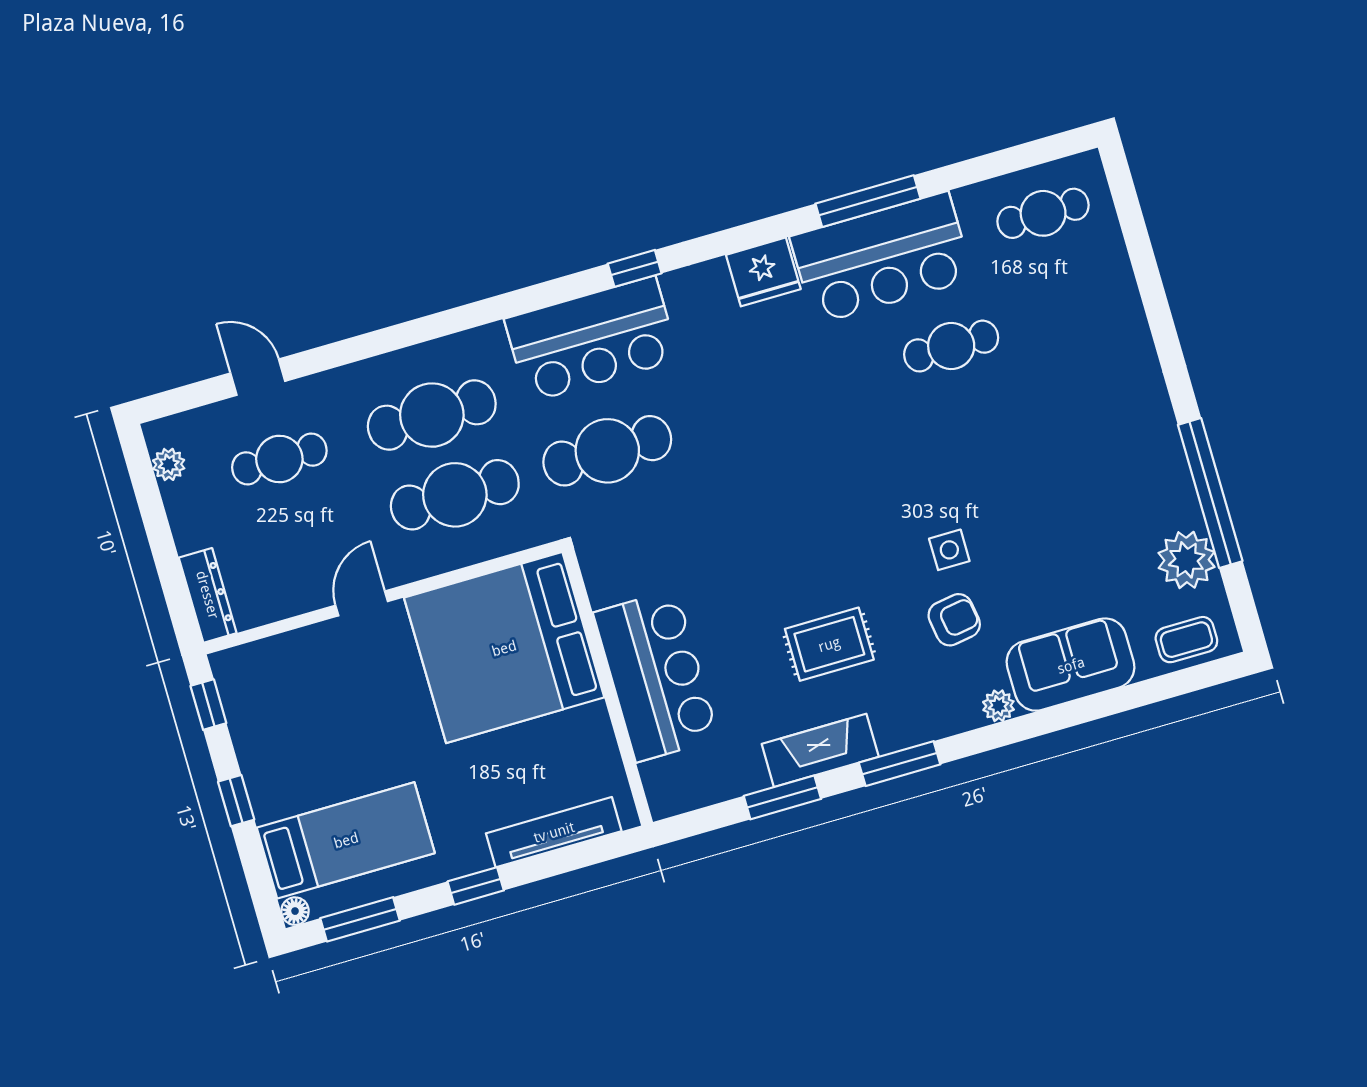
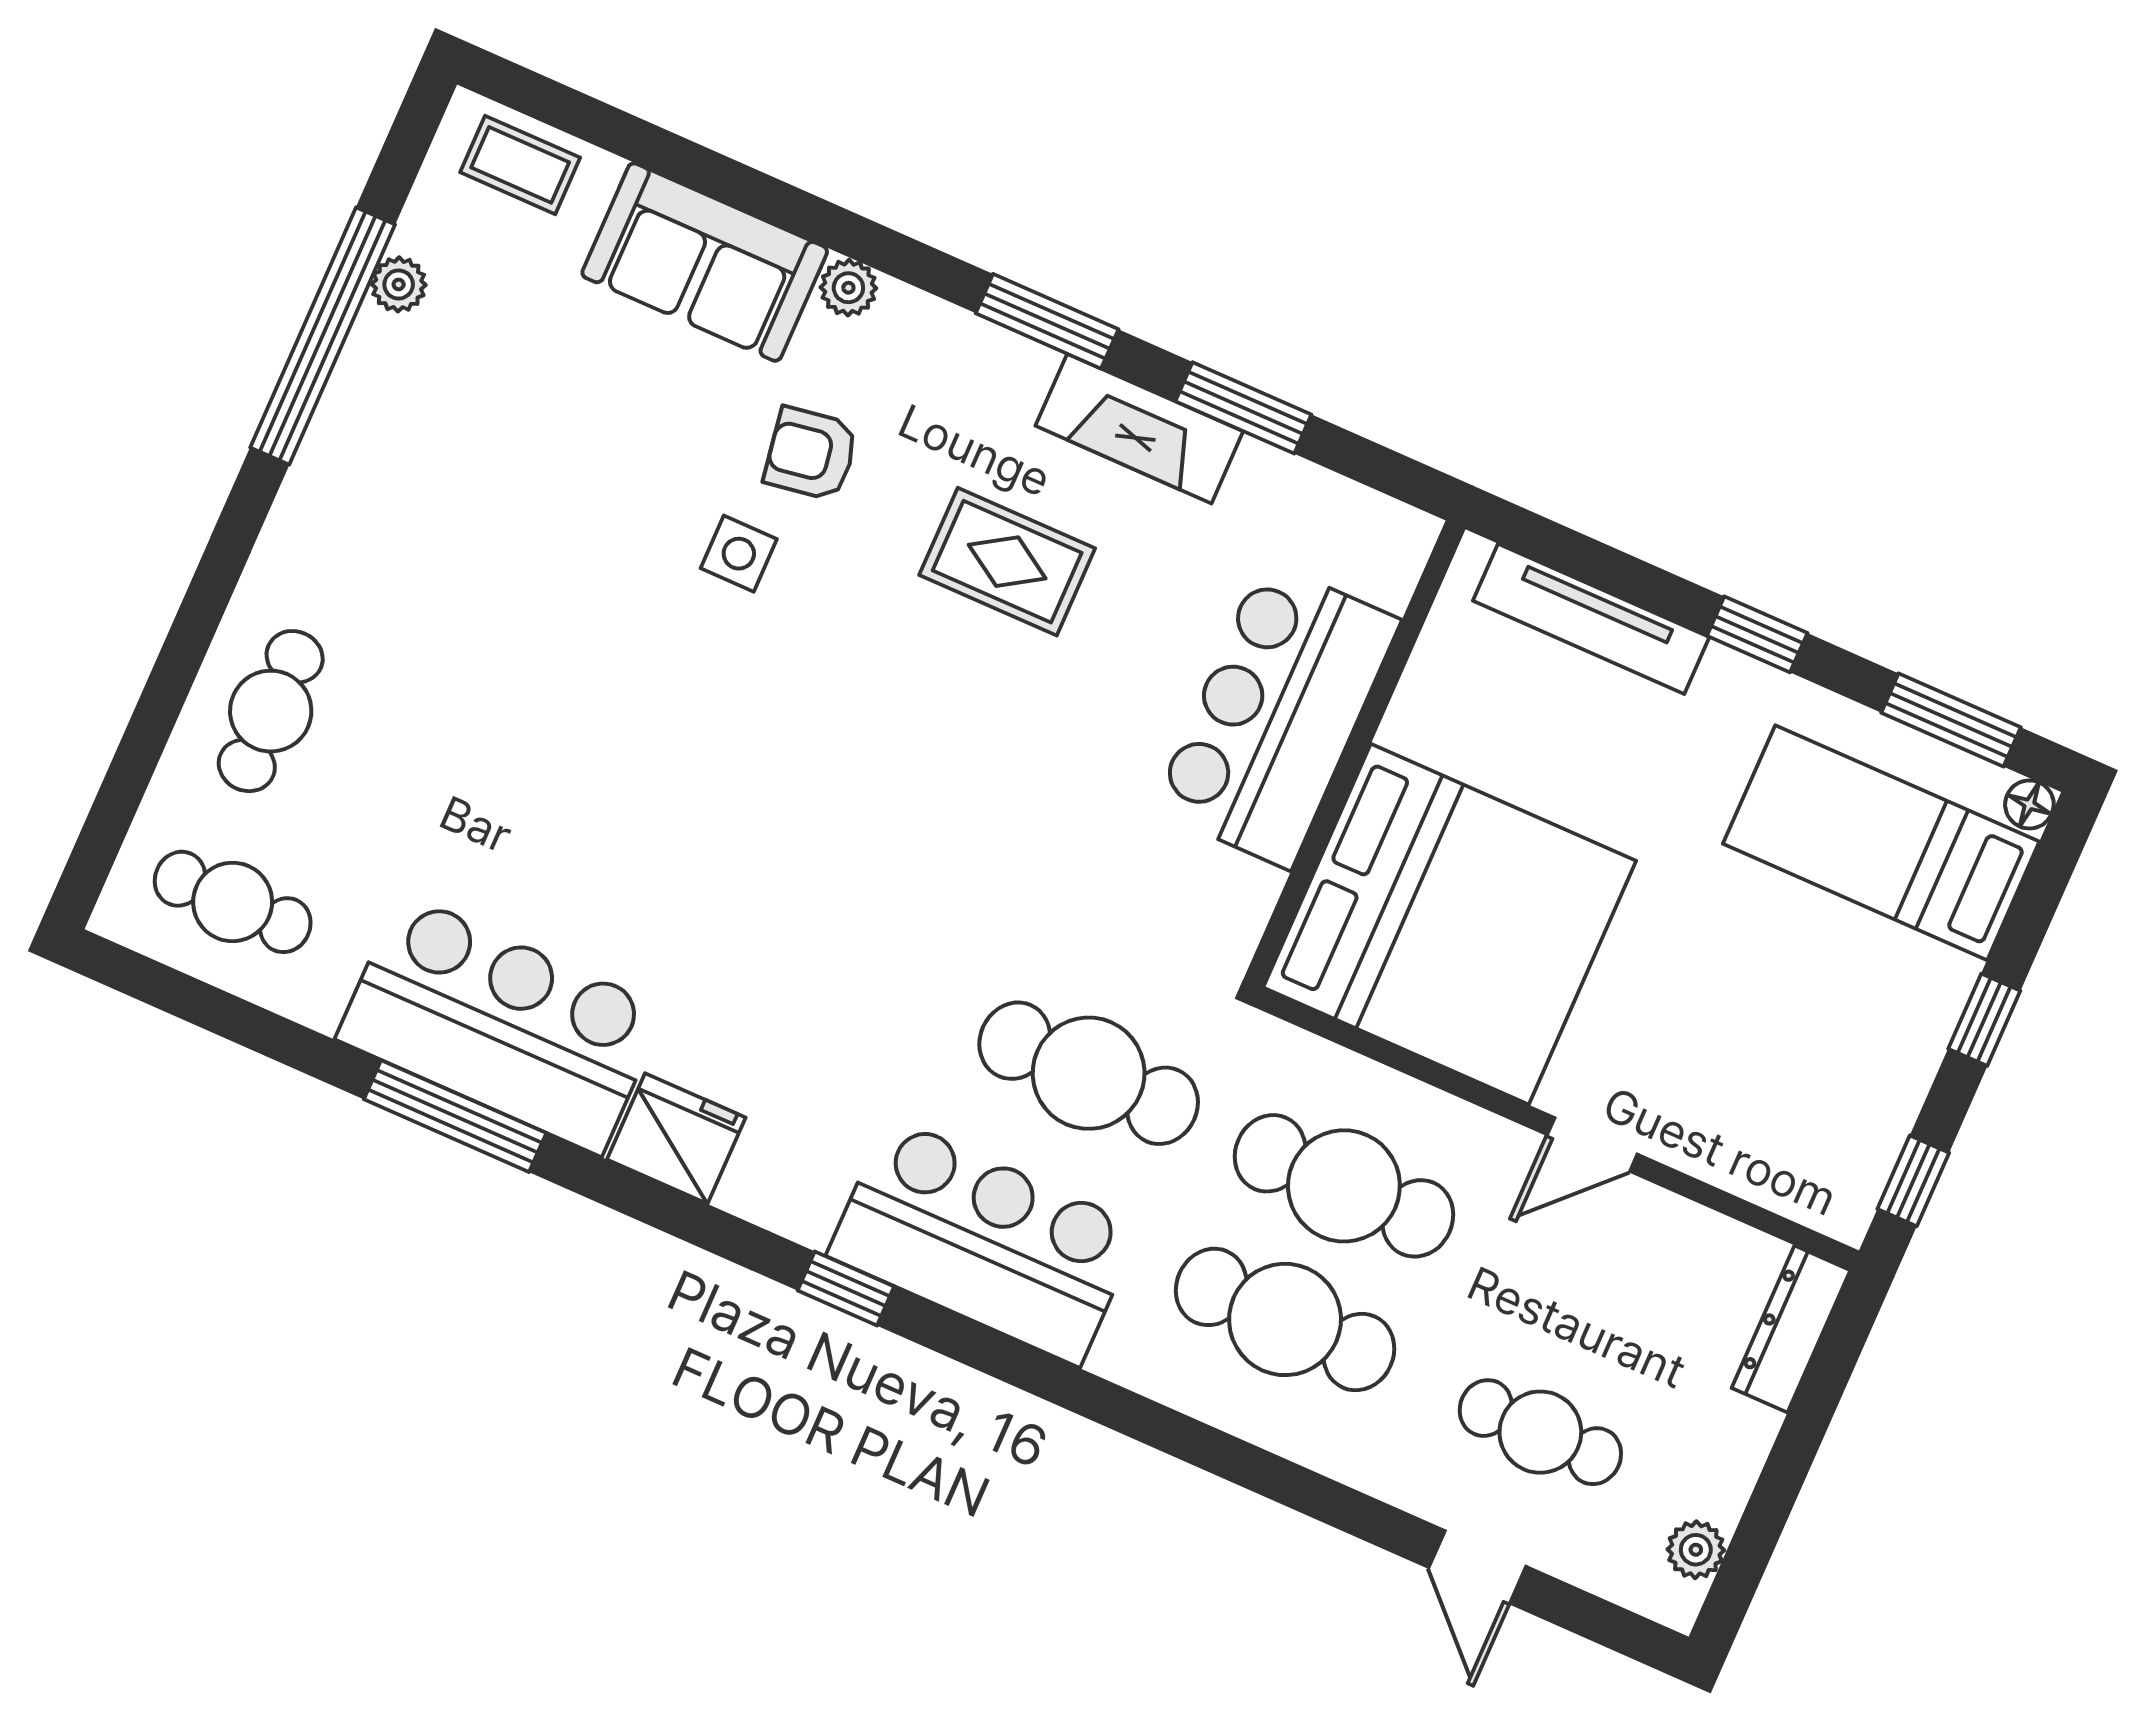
cafe table: (951, 346) -> (271, 711), moved, turned 90
plant: (1187, 560) -> (399, 284), width x0.53, depth x0.53

